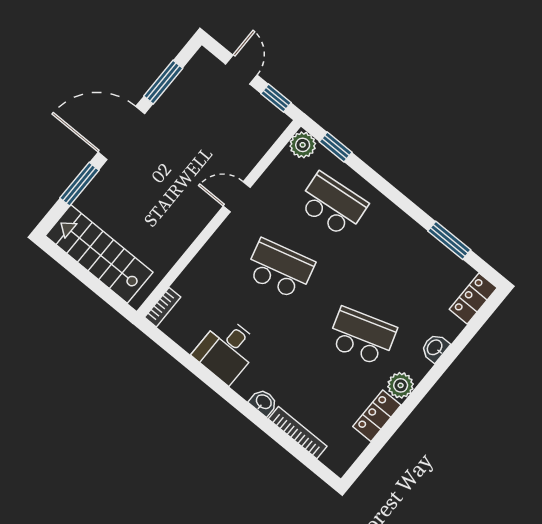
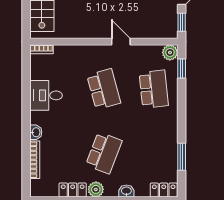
school desk: (362, 336) -> (104, 153), turned 39

